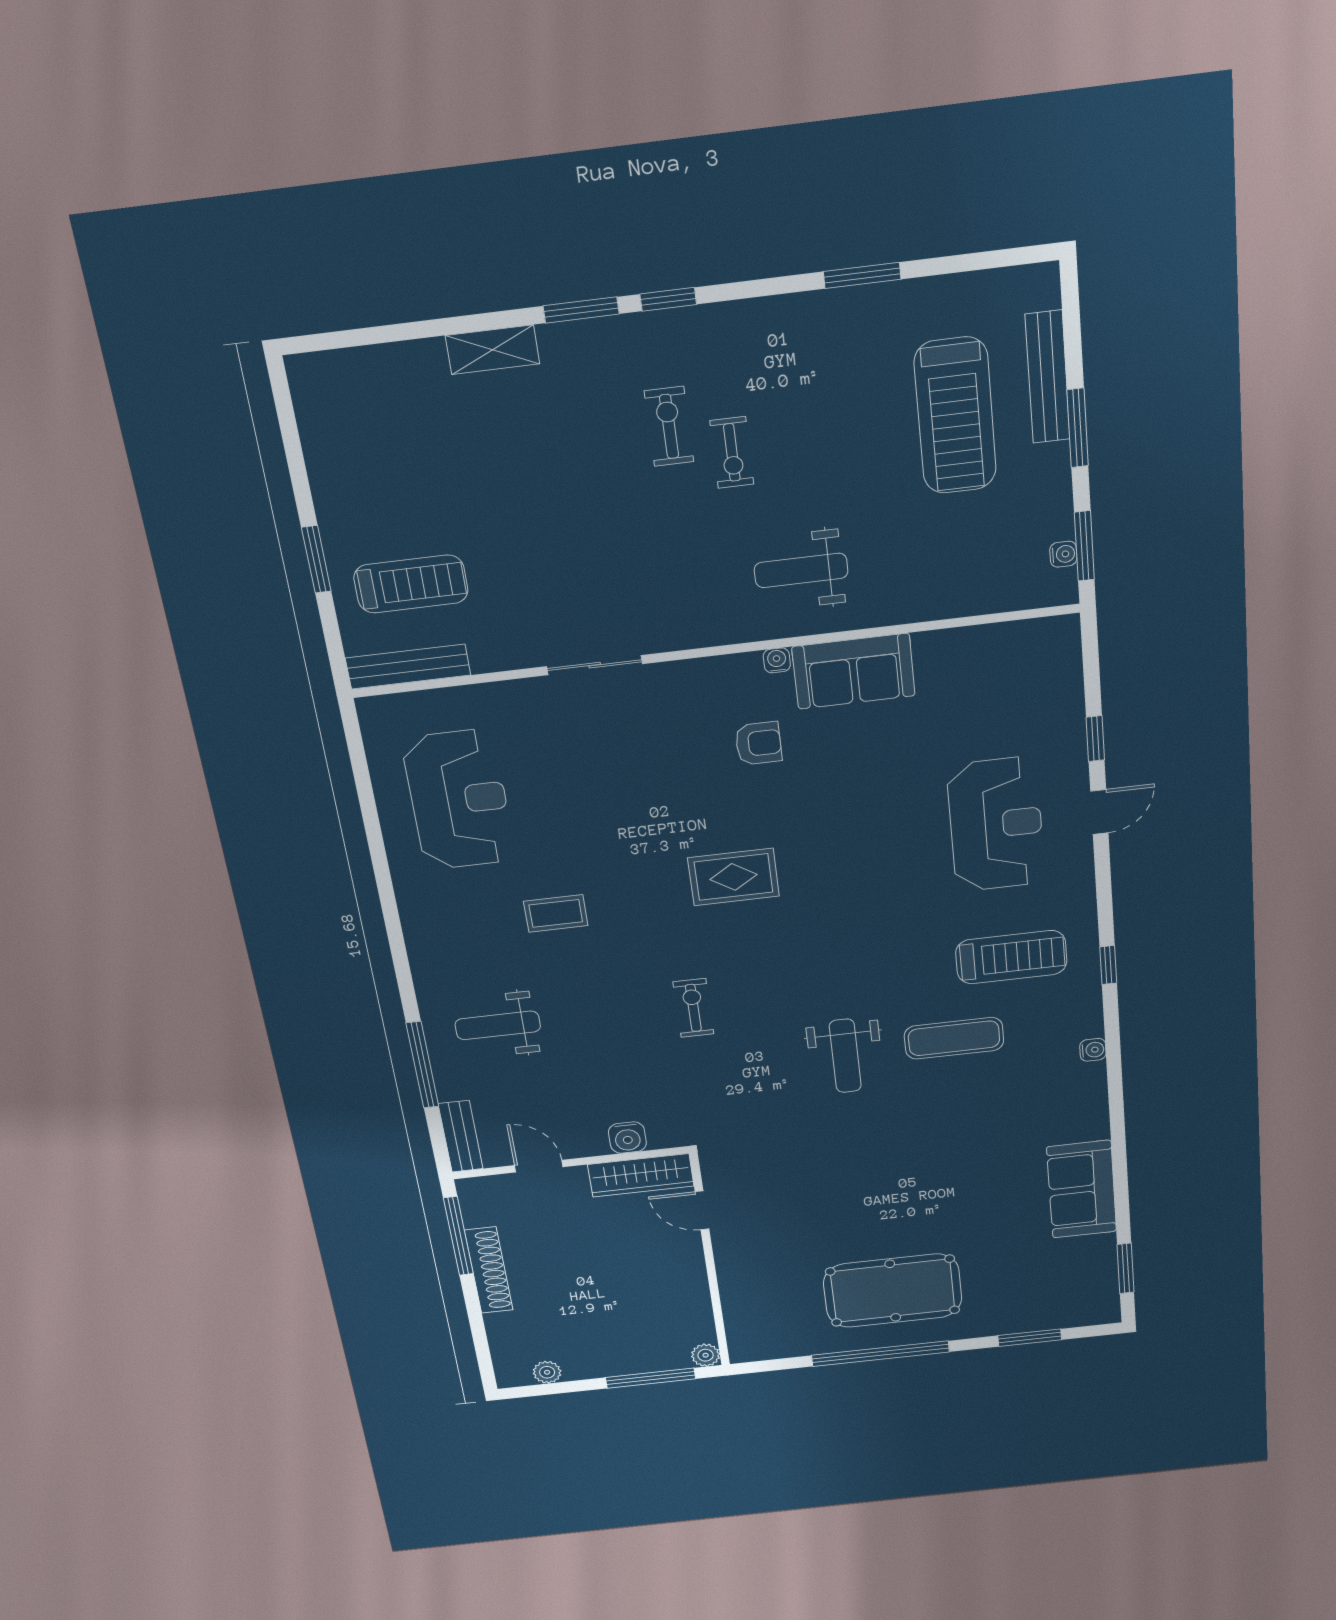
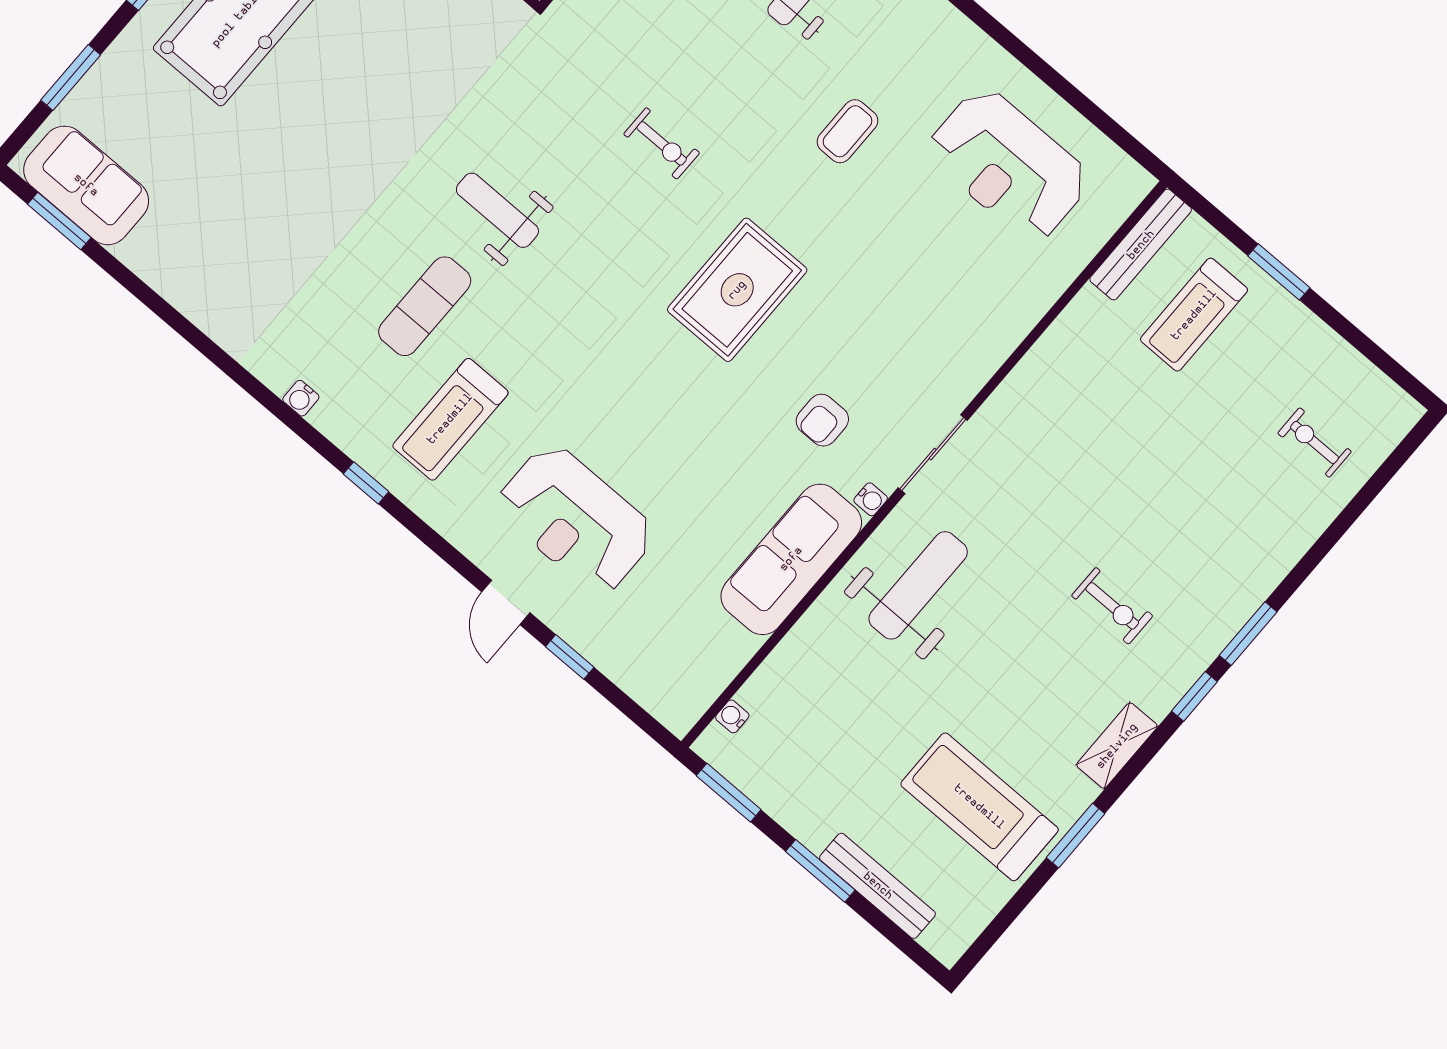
shelving: (493, 350) -> (1117, 746), moved
treadmill: (955, 416) -> (979, 807), moved
exercise bike: (732, 452) -> (1314, 442), moved
water cooler: (1063, 554) -> (732, 716), moved, turned 90
weight bench: (801, 570) -> (918, 585), width x1.36, depth x1.33
sliding door: (595, 665) -> (933, 454), moved
sofa: (854, 671) -> (791, 559), width x1.36
rug: (733, 877) -> (737, 290), width x1.36, depth x1.43
sofa: (1082, 1189) -> (86, 185), moved

